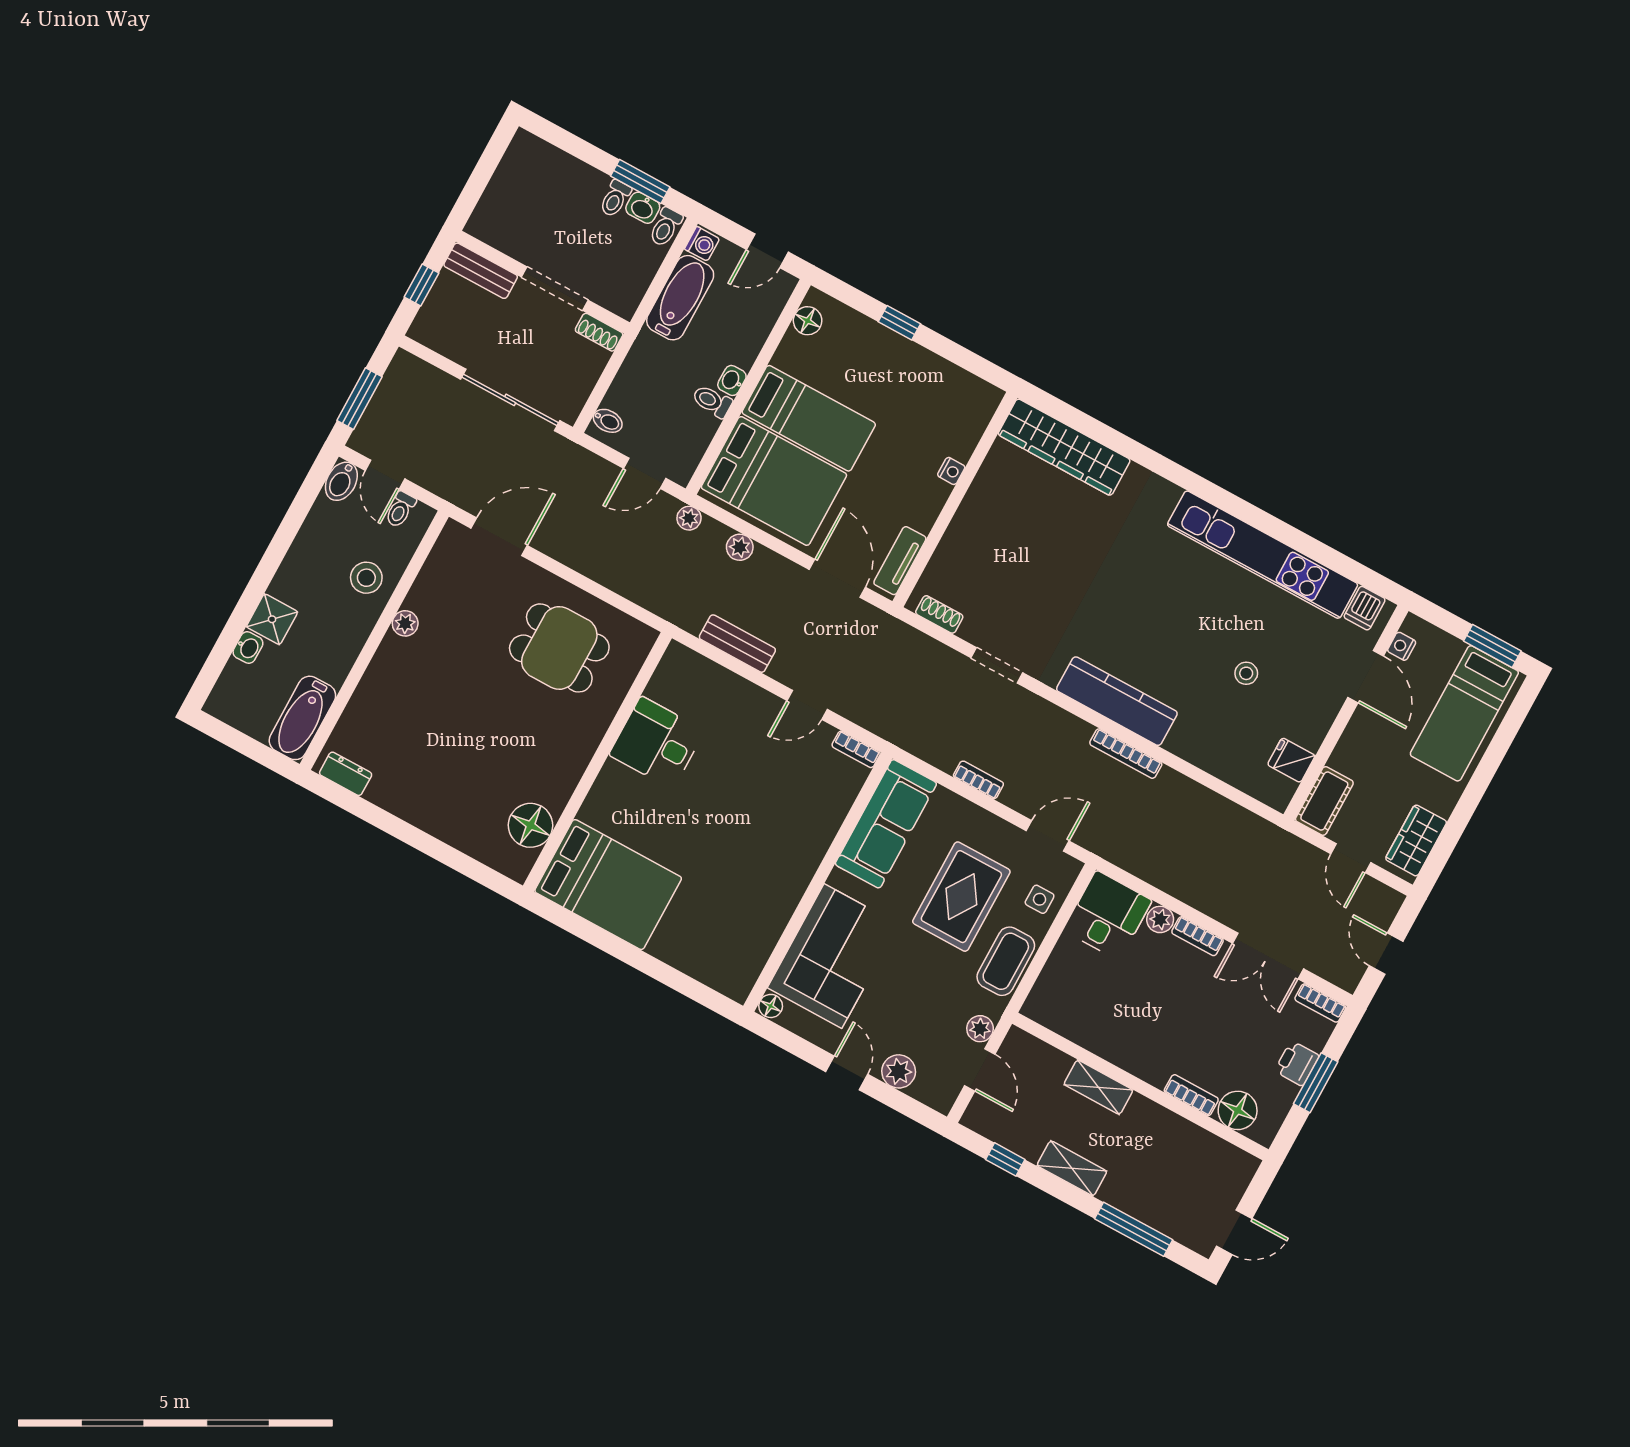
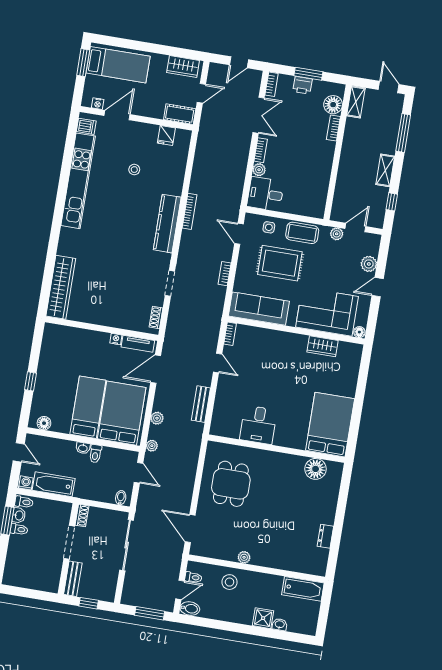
nightstand: (951, 471) -> (116, 339), moved
dresser: (346, 774) -> (325, 536), moved
wardrobe: (768, 923) -> (322, 346), added
shelving: (1098, 1087) -> (356, 102), moved

